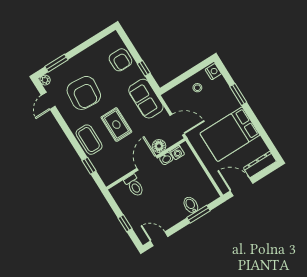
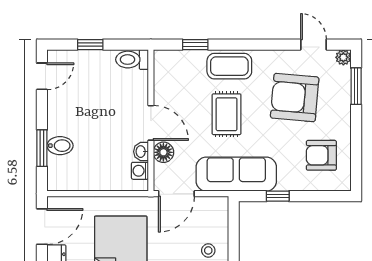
armchair: (120, 60) -> (321, 155), moved
sofa: (146, 99) -> (236, 174), width x1.36
rug: (116, 125) -> (227, 114), turned 90
toilet: (134, 186) -> (132, 60), moved

